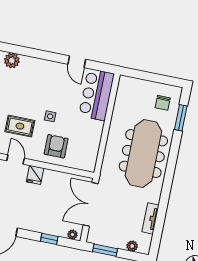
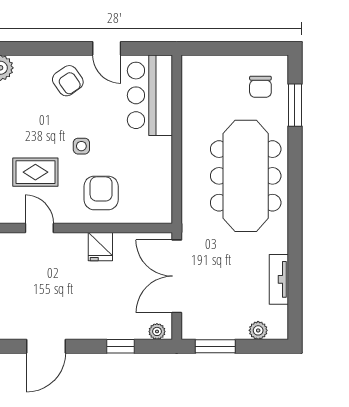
armchair: (50, 76) -> (68, 81), added
fridge: (35, 175) -> (100, 247), moved

